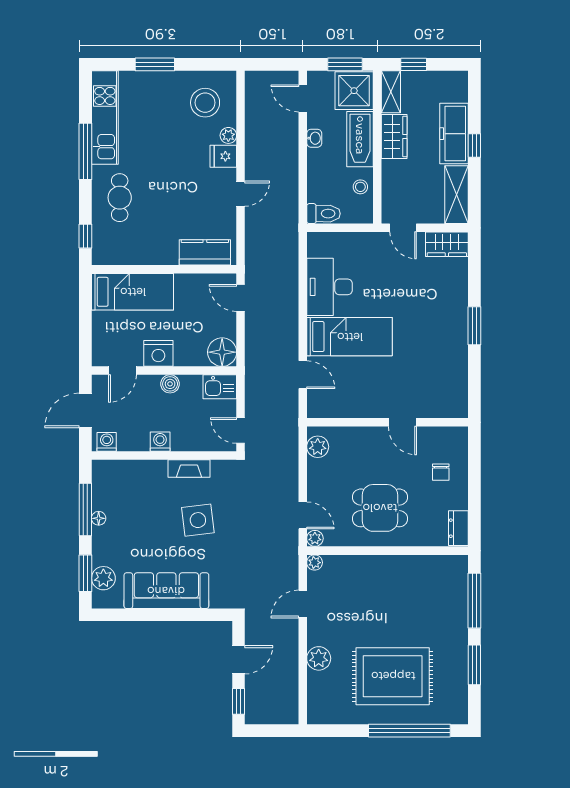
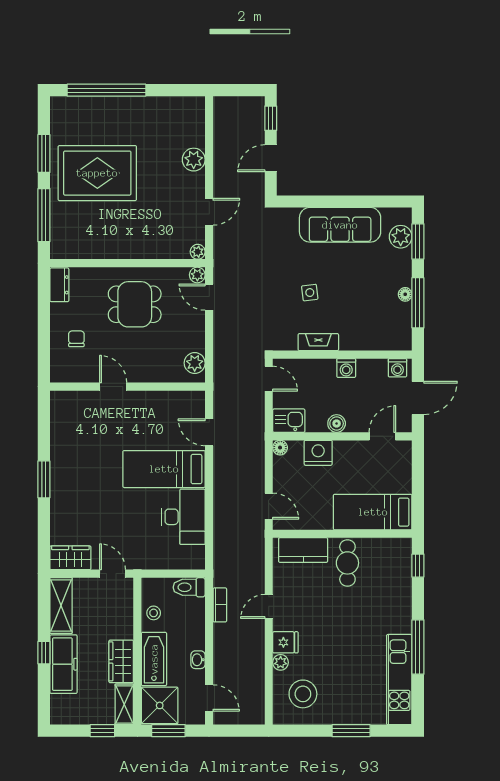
bookcase: (291, 195) -> (220, 605), added
cafe table: (120, 198) -> (347, 563), moved
floor lamp: (222, 352) -> (280, 448), width x0.53, depth x0.53
nightstand: (158, 353) -> (318, 453), moved
side table: (198, 520) -> (310, 293), width x0.54, depth x0.54
rug: (393, 676) -> (97, 173), moved

